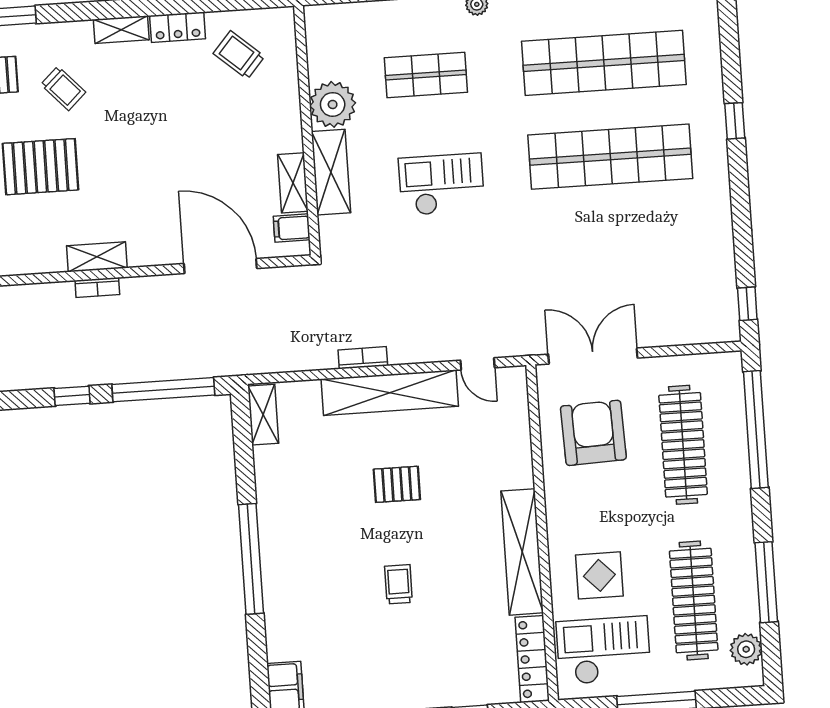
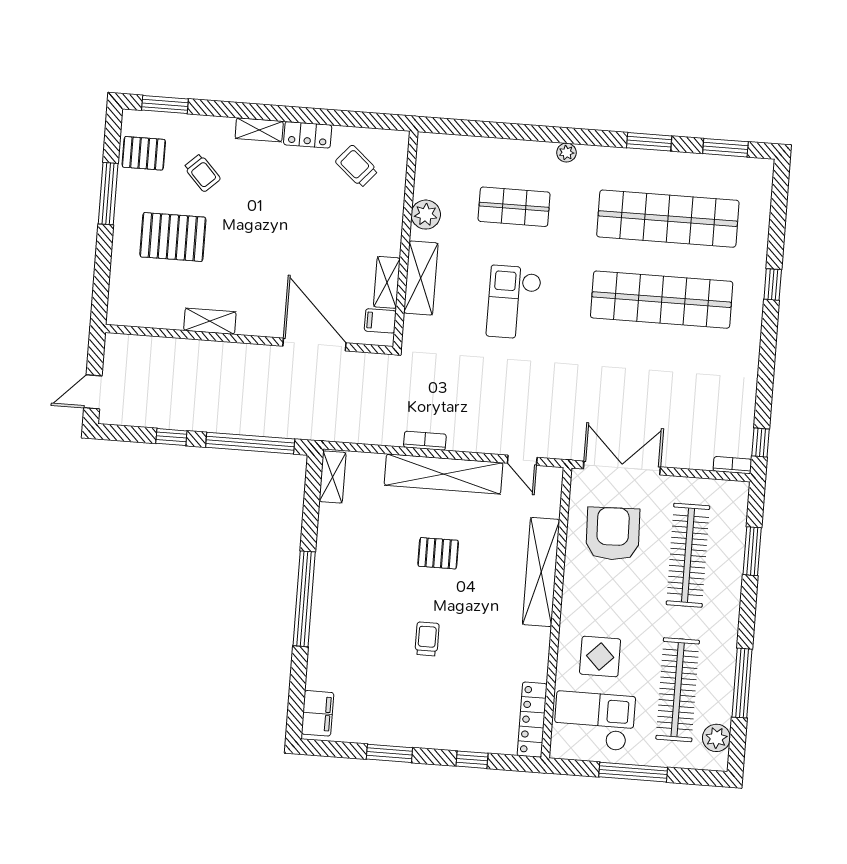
plant: (333, 104) -> (426, 215), width x0.73, depth x0.73
checkout: (442, 184) -> (514, 302), turned -90
bookcase: (97, 287) -> (732, 465), moved, turned 180
window: (756, 430) -> (752, 551), width x0.47
shelving: (522, 552) -> (541, 572), moved

